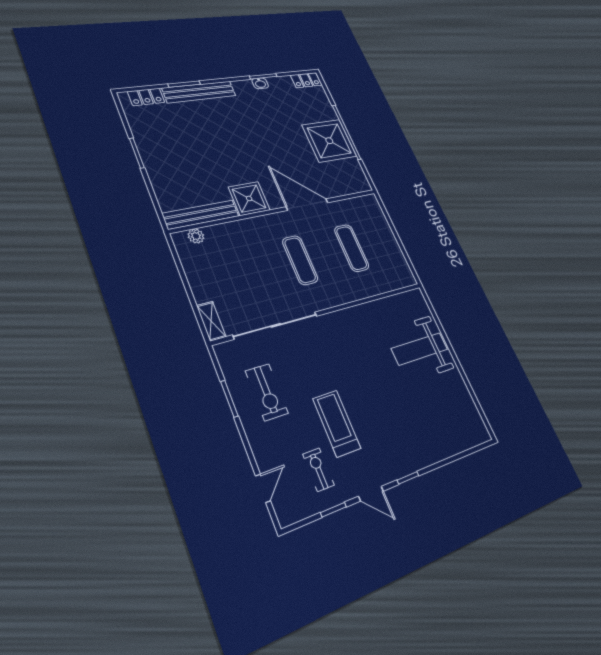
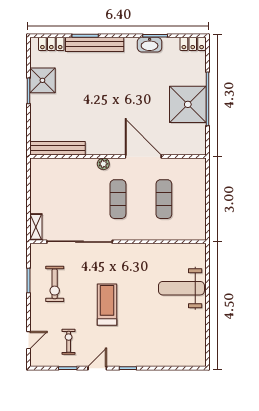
washbasin: (260, 83) -> (150, 45), width x1.91, depth x1.45
shower: (249, 198) -> (42, 80), moved
plant: (196, 236) -> (103, 164), moved
treadmill: (337, 423) -> (107, 305), moved
door: (371, 494) -> (97, 368), swing flipped

